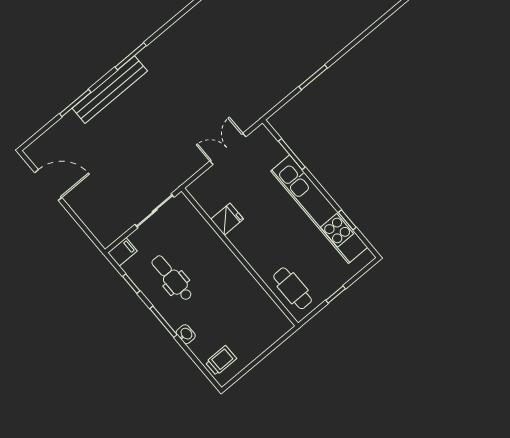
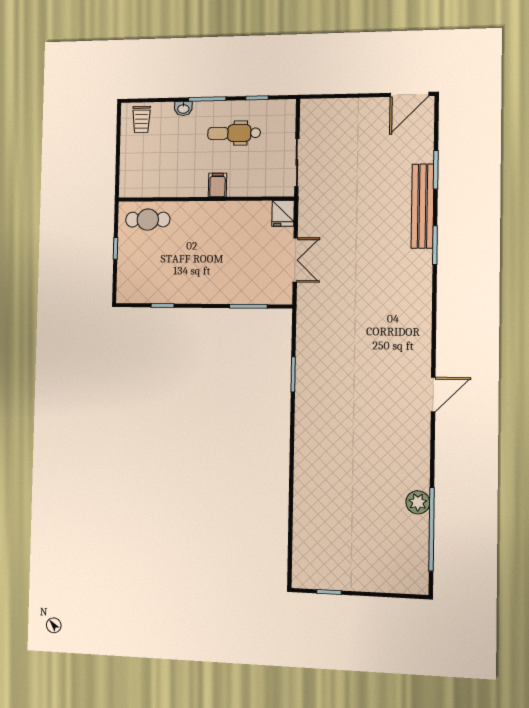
door: (48, 185) -> (409, 94), moved
kitchen unit: (319, 209) -> (189, 291), removed
fridge: (227, 219) -> (283, 213), moved
filing cabinet: (123, 252) -> (217, 185), moved, turned 180
dental chair: (172, 278) -> (234, 133), turned 180

